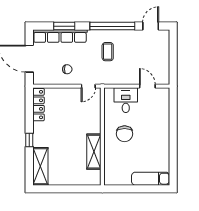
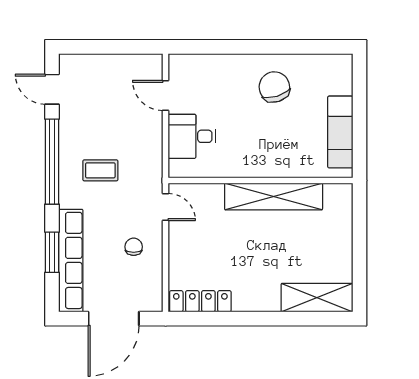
door: (147, 86) -> (166, 95), hinge flipped
chair: (125, 134) -> (274, 87), moved, turned -107
window: (29, 140) -> (267, 319), removed
shelving: (94, 152) -> (274, 196), width x1.47
exam couch: (151, 179) -> (340, 132), moved

